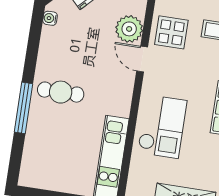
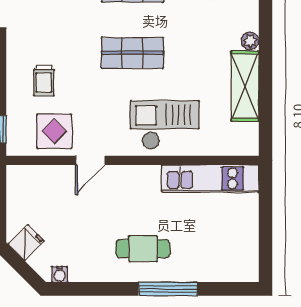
plant: (129, 29) -> (58, 181), removed
cafe table: (61, 92) -> (143, 249), turned 90

